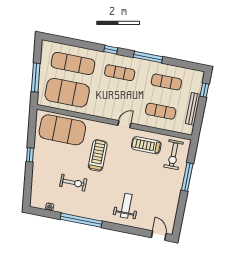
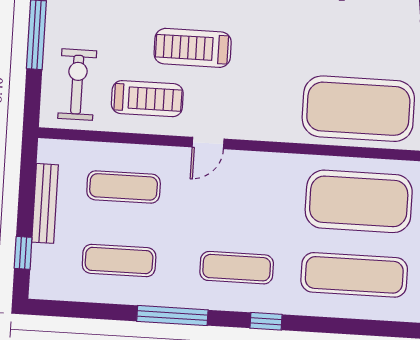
treadmill: (98, 155) -> (193, 48), moved, turned 90

